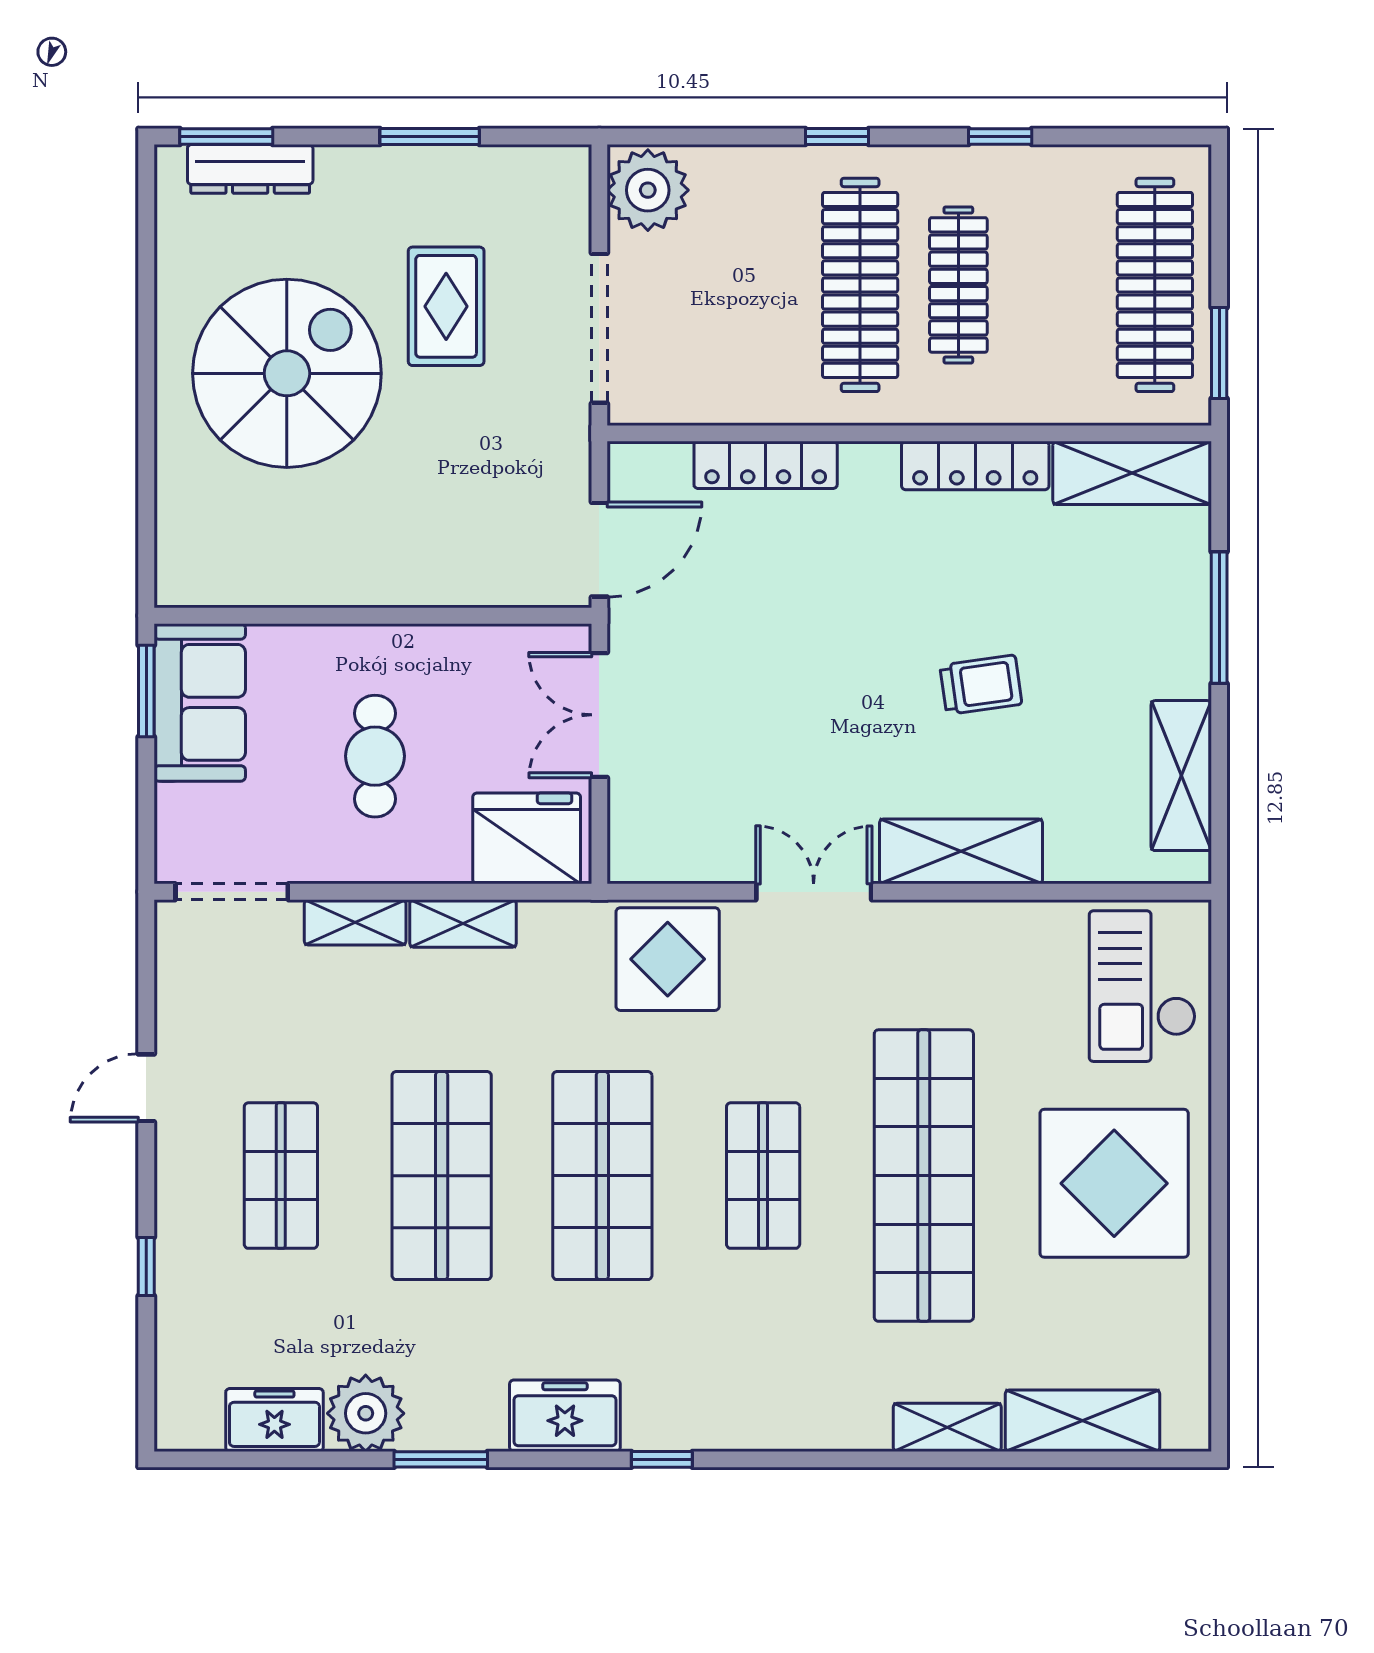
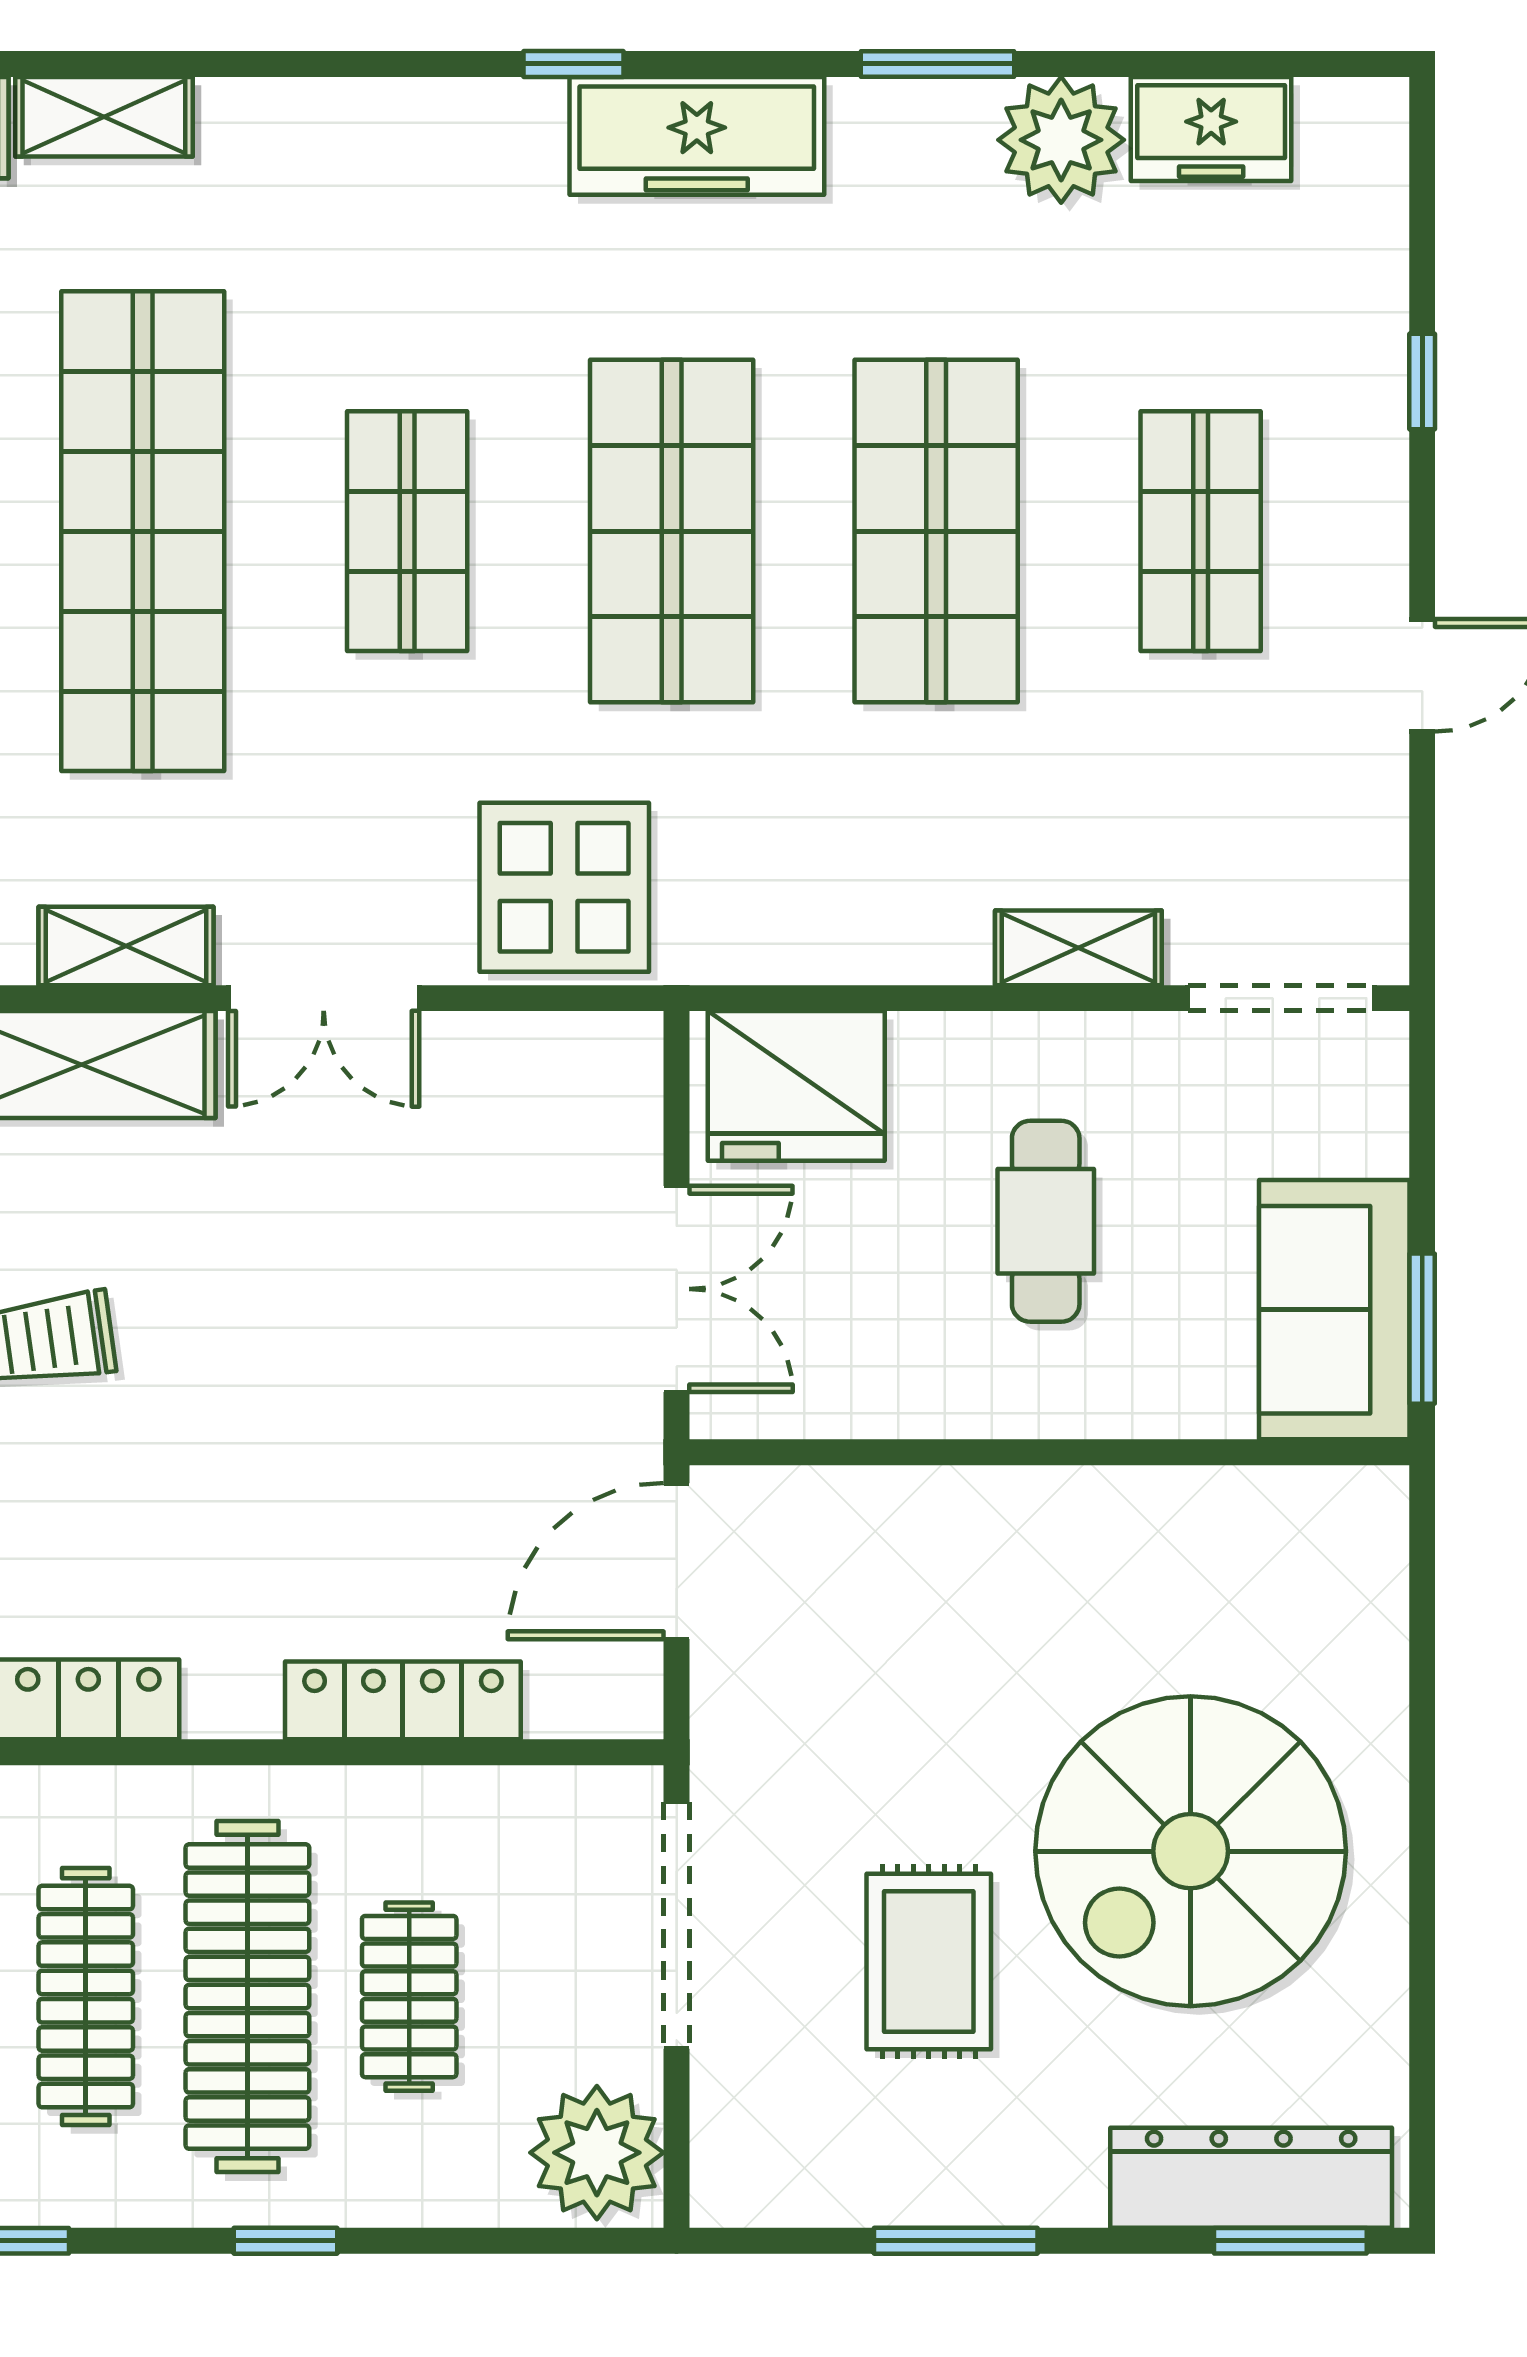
dresser: (250, 169) -> (1251, 2178), width x1.37, depth x1.24
clothes rail: (762, 285) -> (409, 1997), added
shelving: (463, 923) -> (126, 946), moved
freezer: (565, 1416) -> (697, 136), width x1.40

